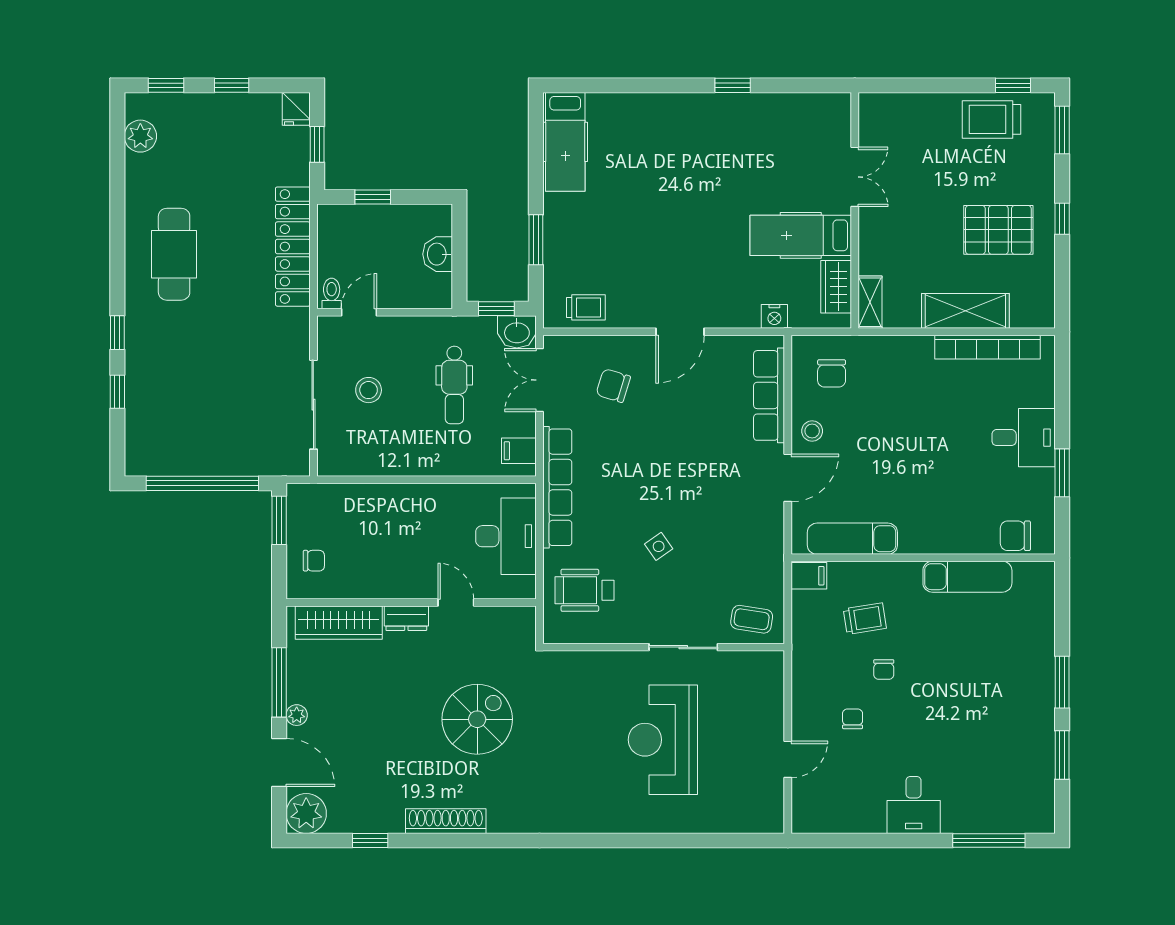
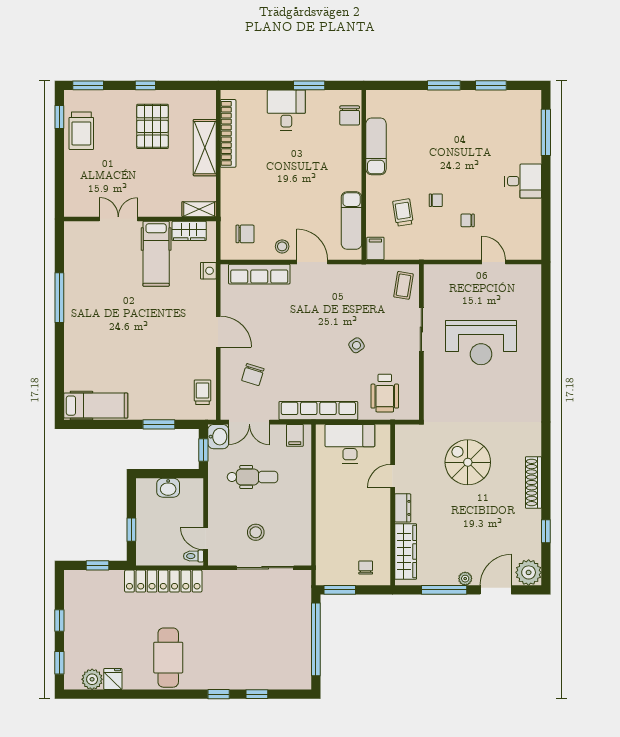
window: (733, 85) -> (59, 298), width x2.17
fridge: (296, 109) -> (113, 679), moved, turned -90
cafe table: (174, 254) -> (168, 658), turned 90

